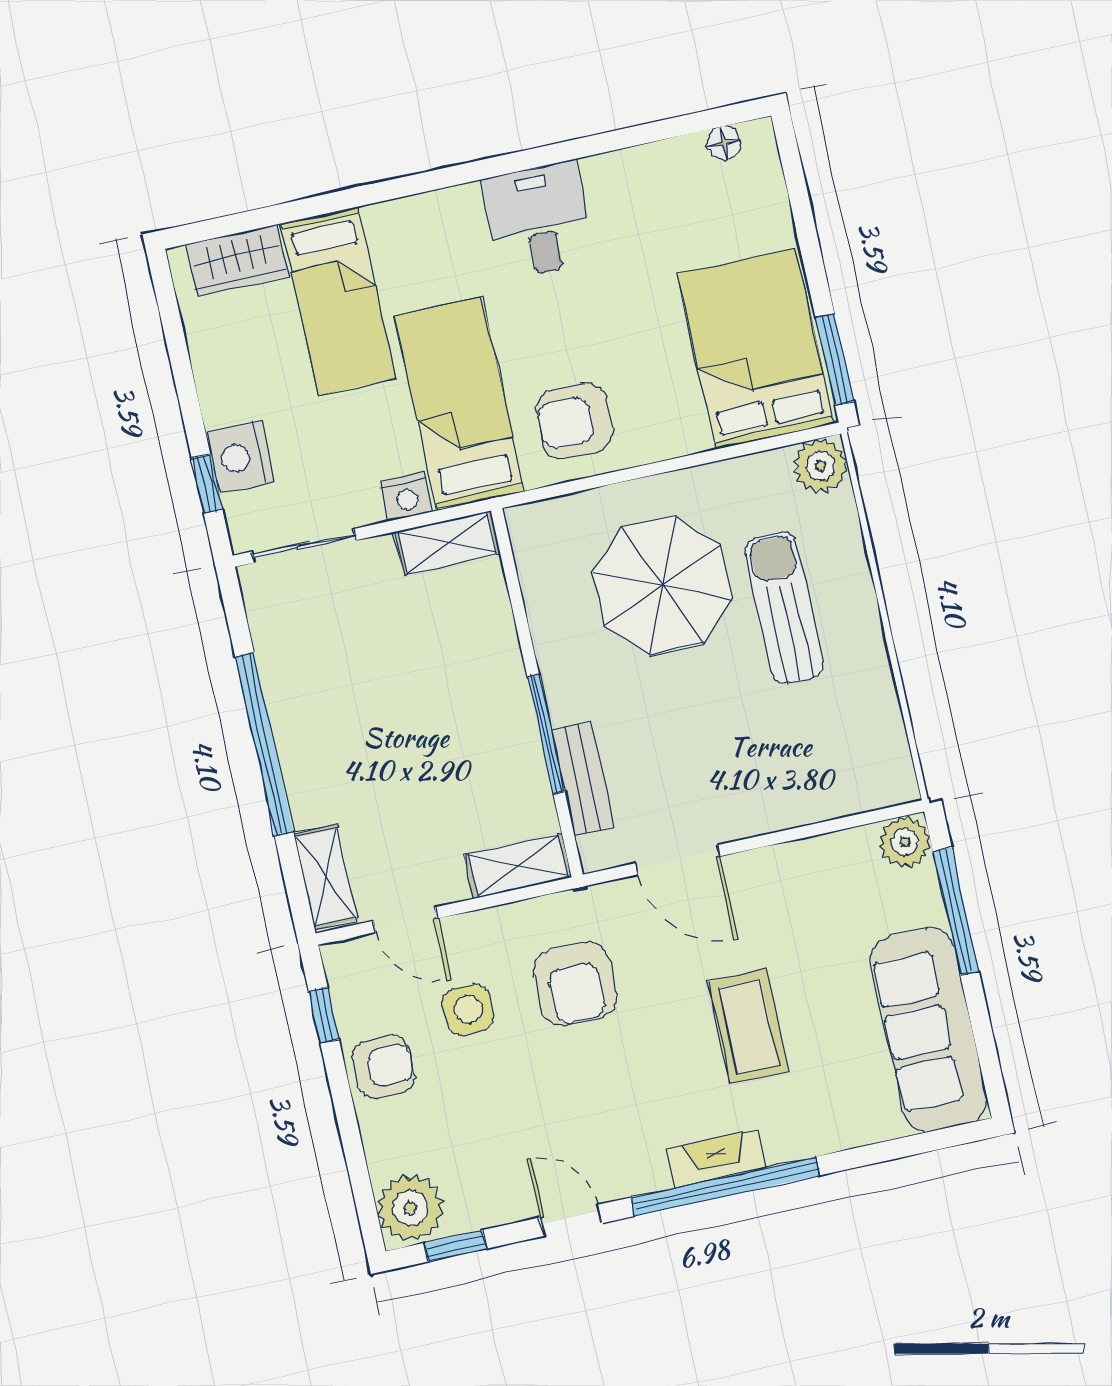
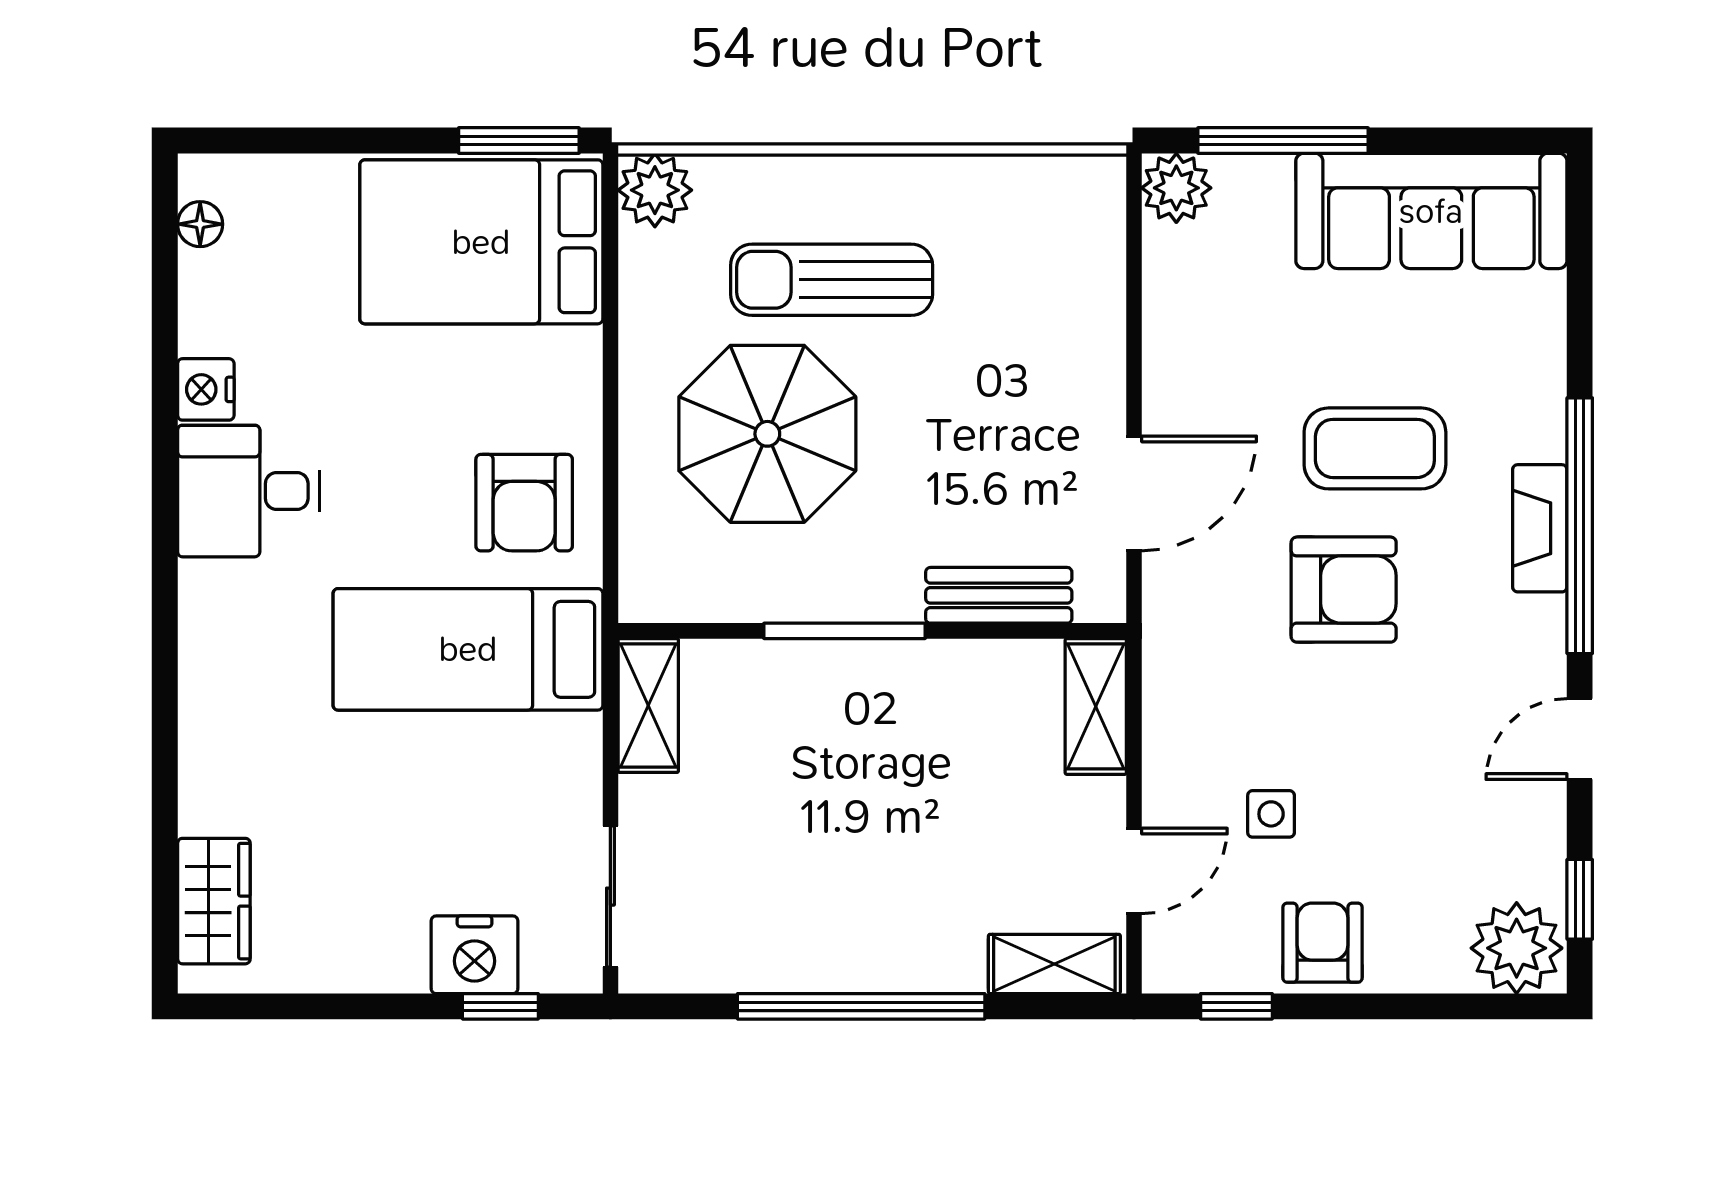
bed: (338, 301) -> (297, 780), removed
nightstand: (407, 496) -> (206, 389), moved, turned 180
window: (546, 734) -> (844, 631), moved
armchair: (575, 984) -> (1344, 590), moved
side table: (468, 1009) -> (1271, 814), width x0.73, depth x0.73

